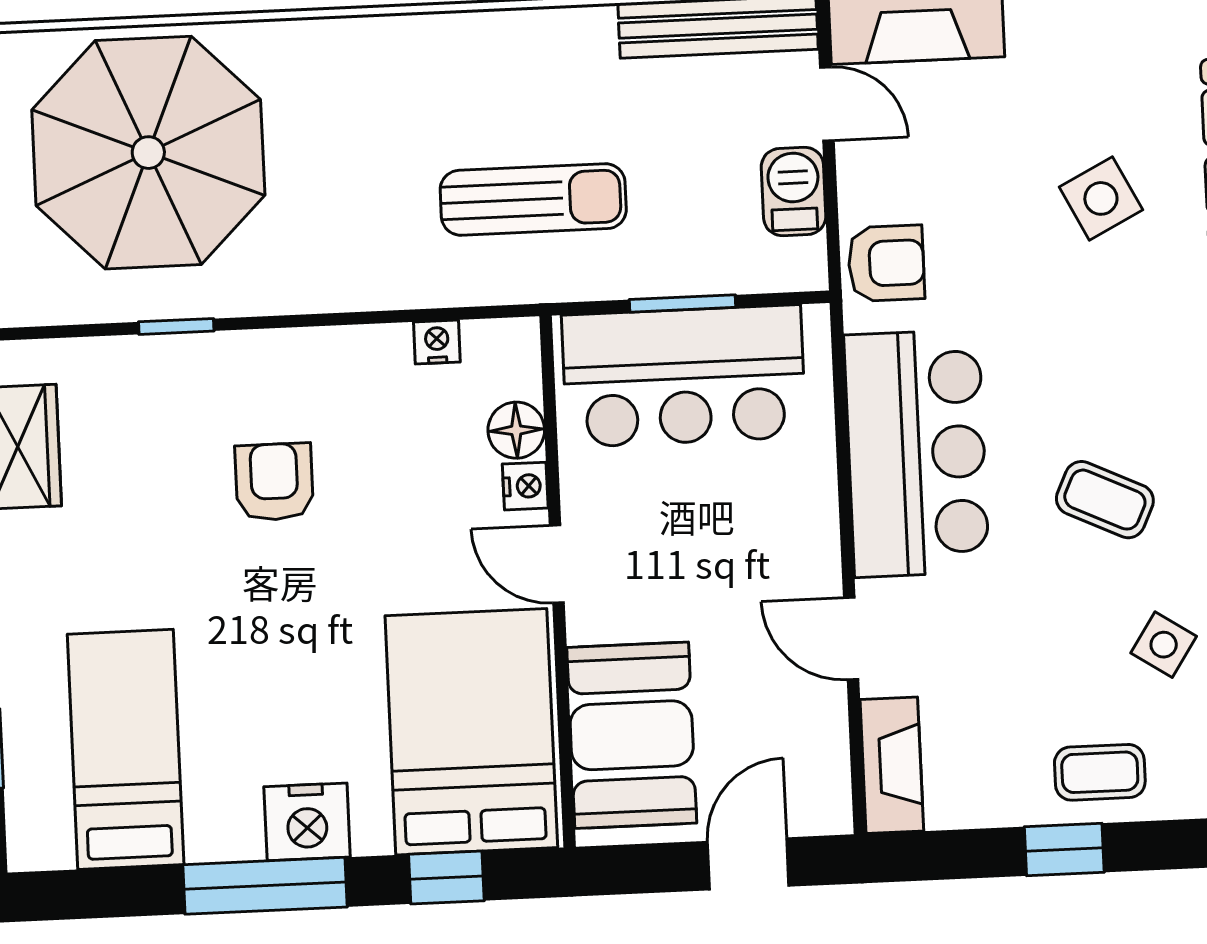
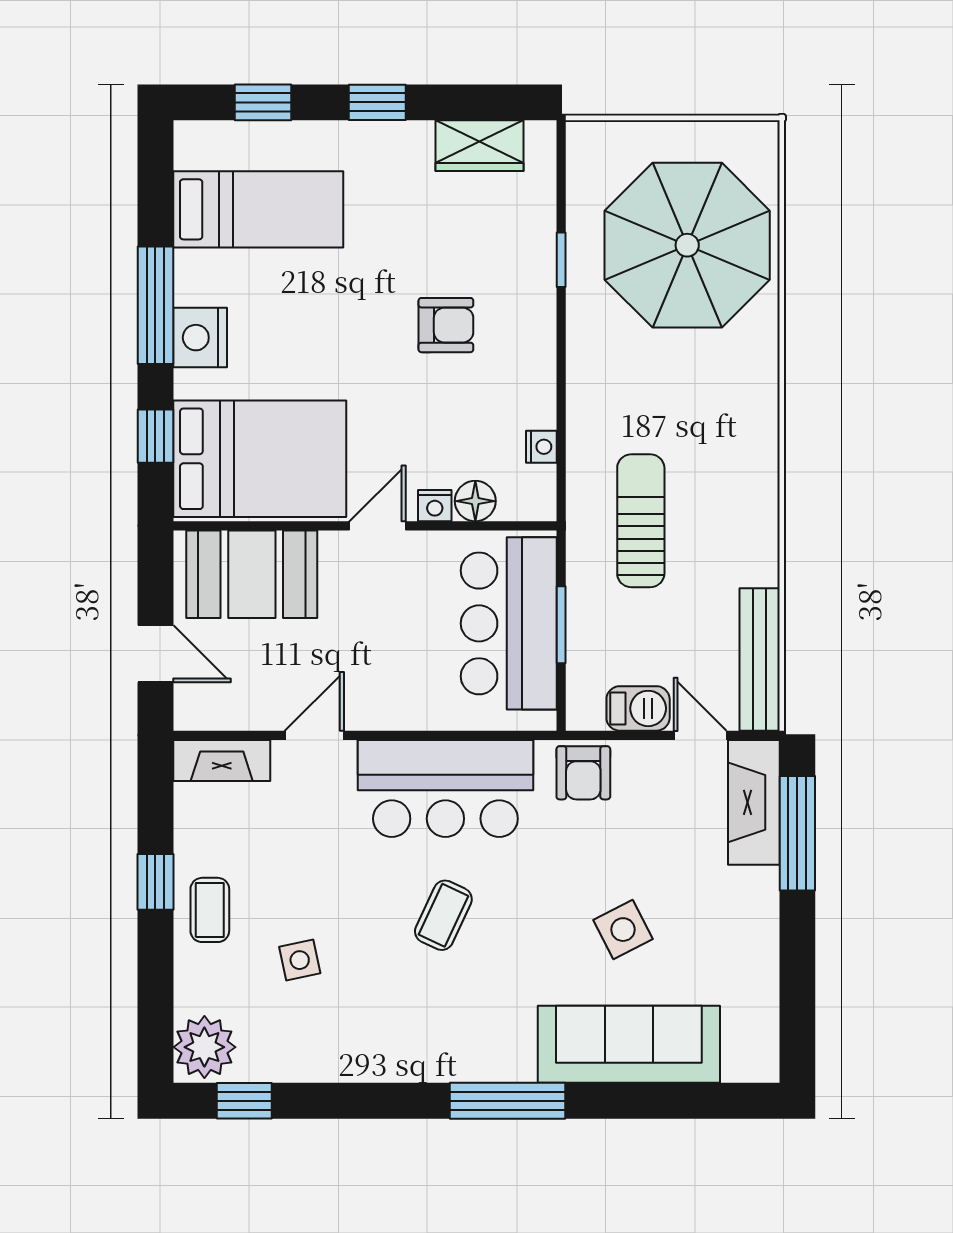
door: (827, 104) -> (700, 735), swing flipped
sun lounger: (533, 199) -> (641, 521), turned 180
coffee table: (1105, 500) -> (443, 915), moved
side table: (1164, 645) -> (300, 960), turned 45

